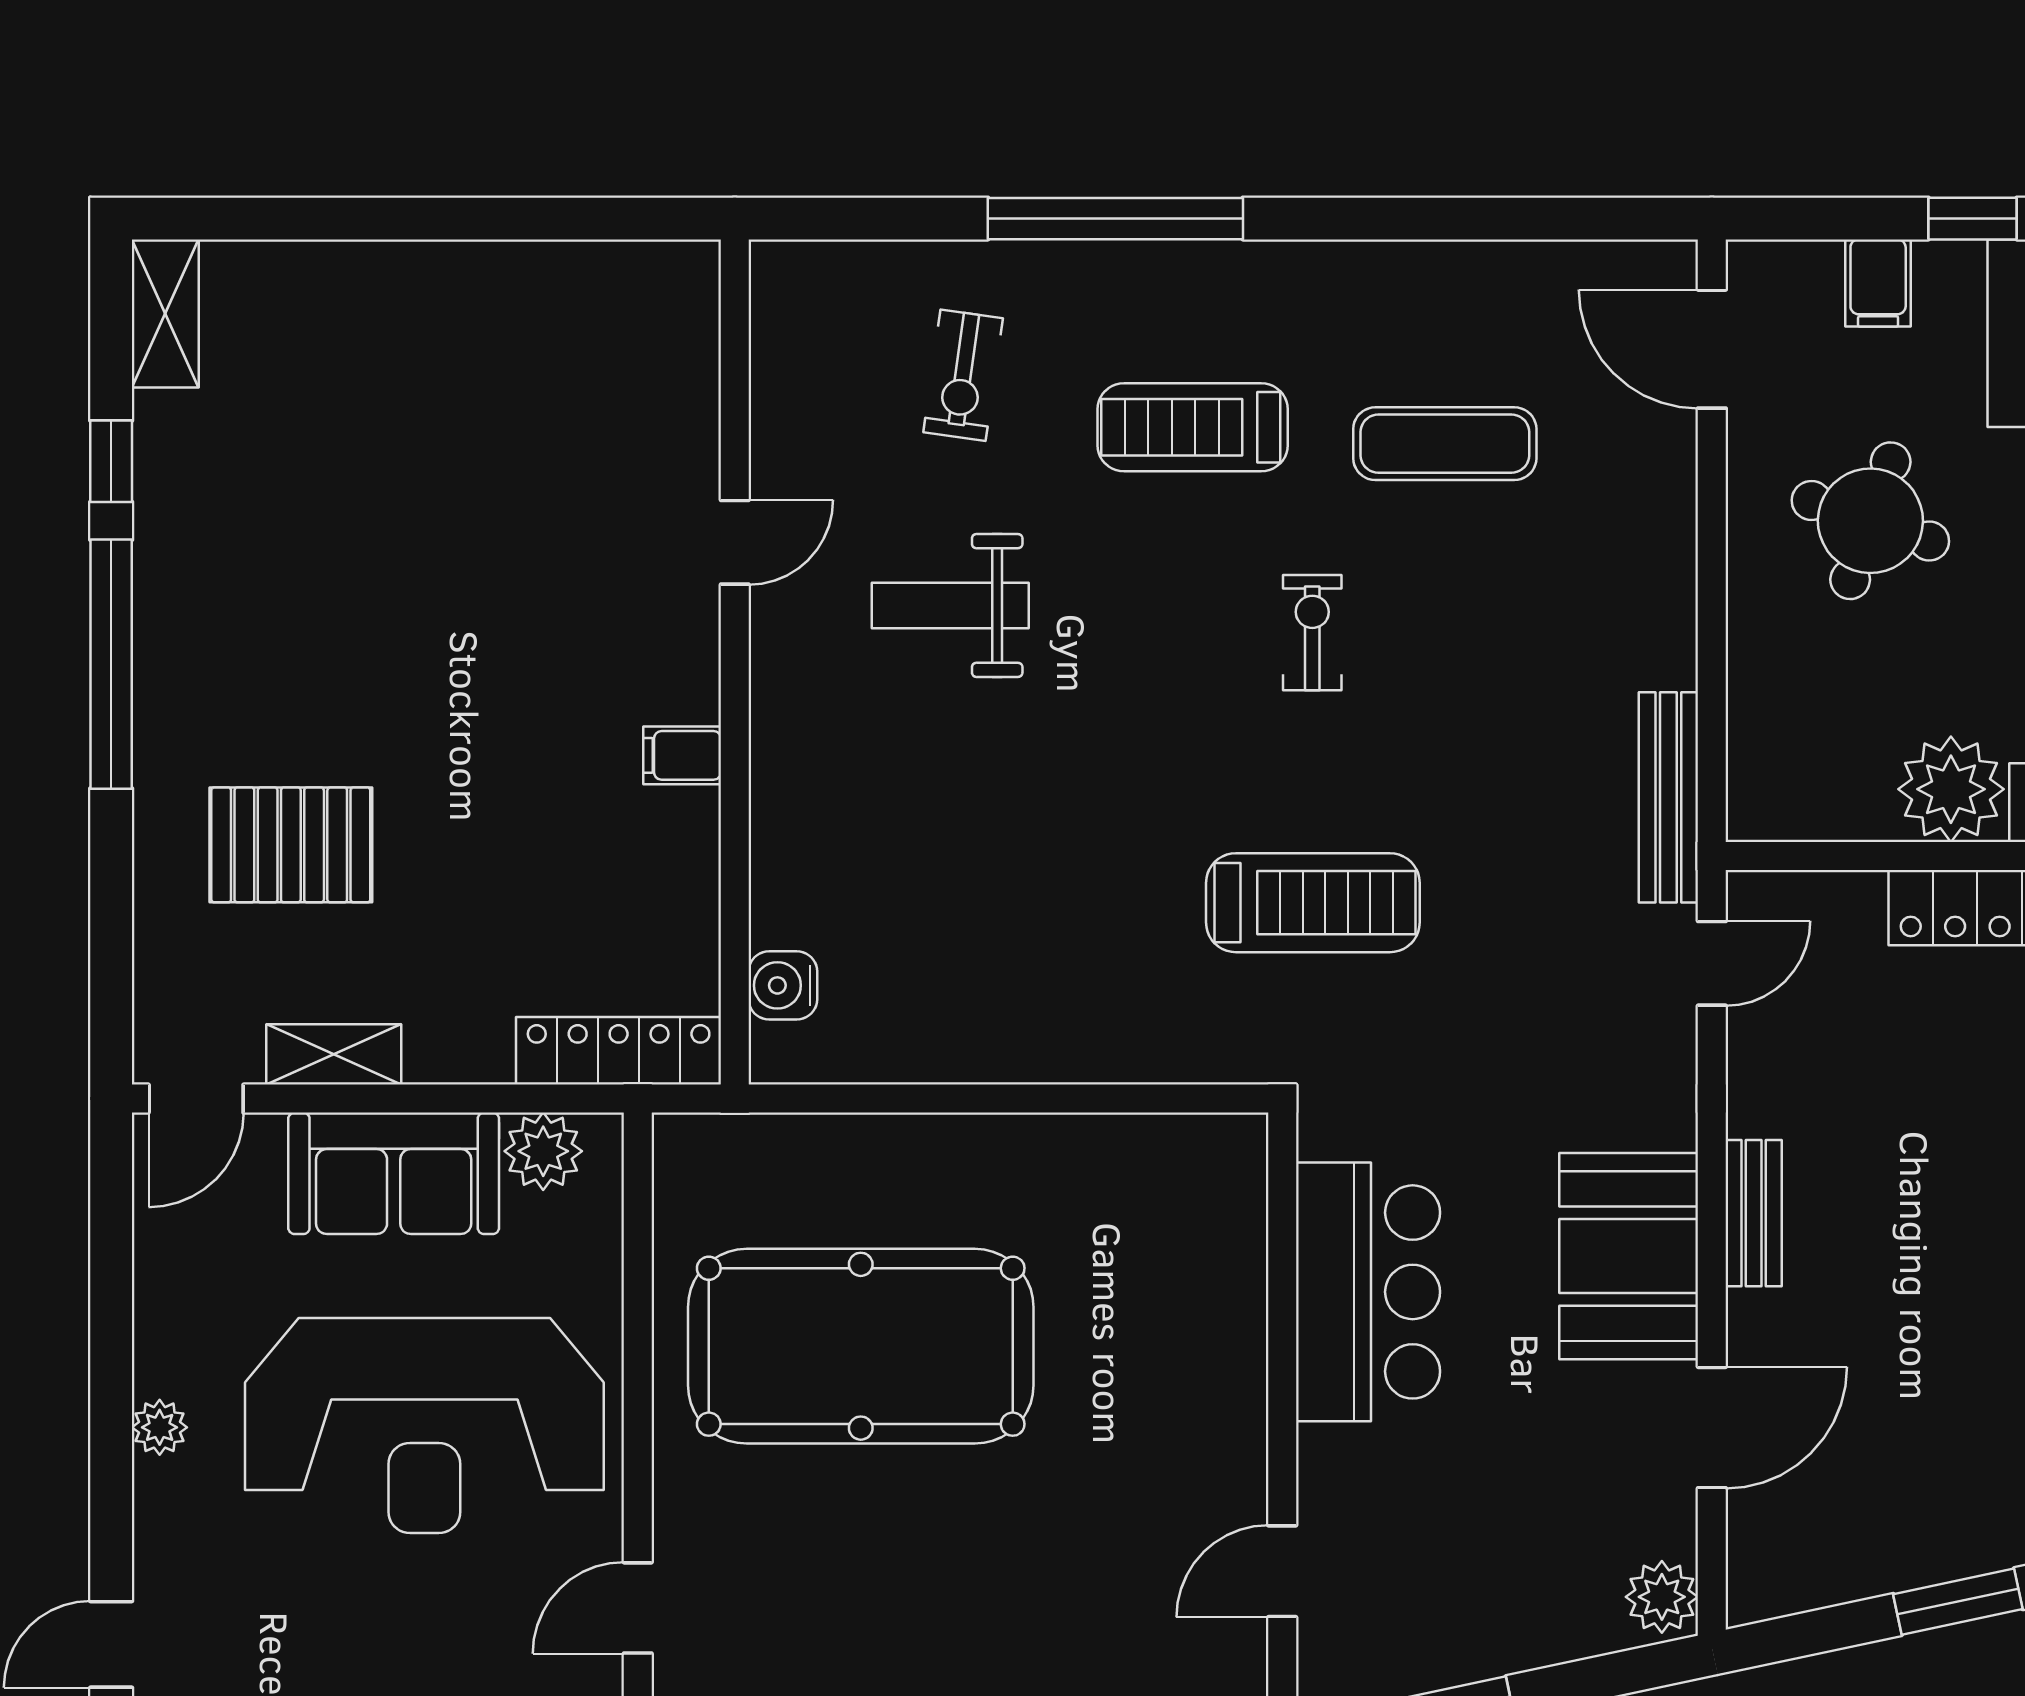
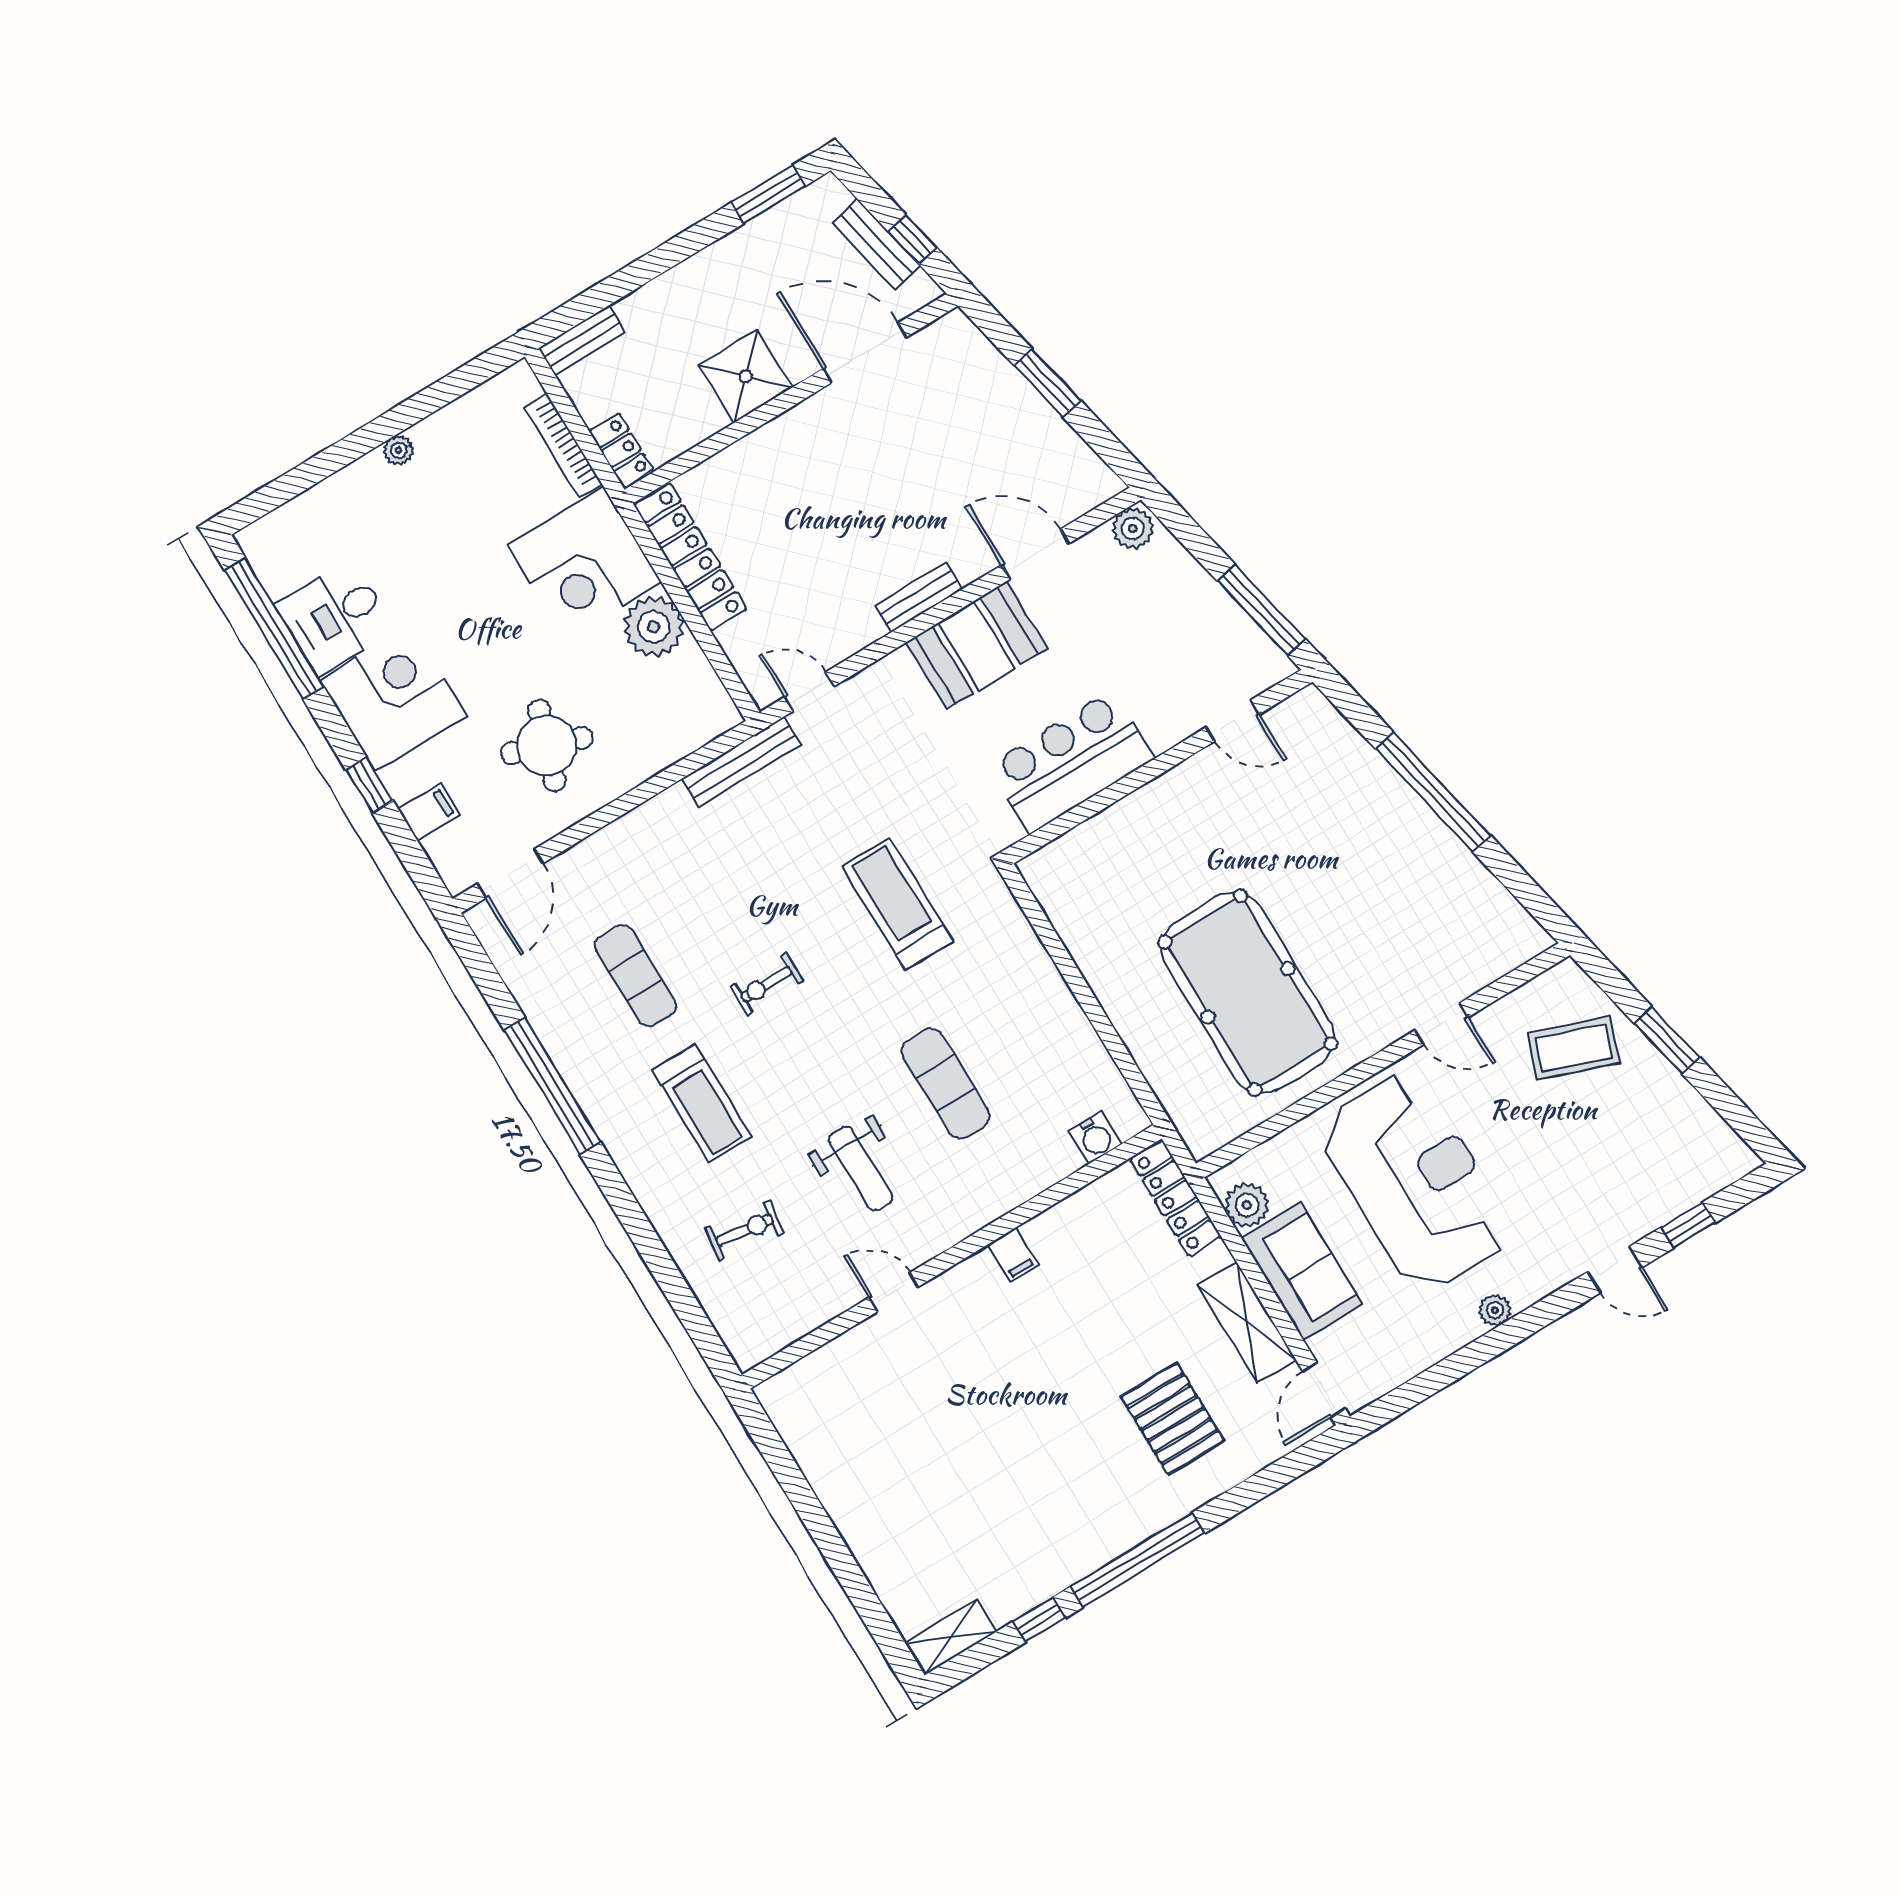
window: (1115, 219) -> (552, 1086), moved
exercise mat: (1000, 810) -> (945, 1083), added
shelving: (334, 1054) -> (1247, 1322), width x1.50, depth x1.33
door: (196, 1099) -> (1324, 1390), swing flipped

